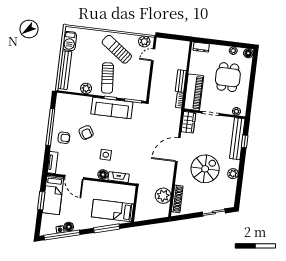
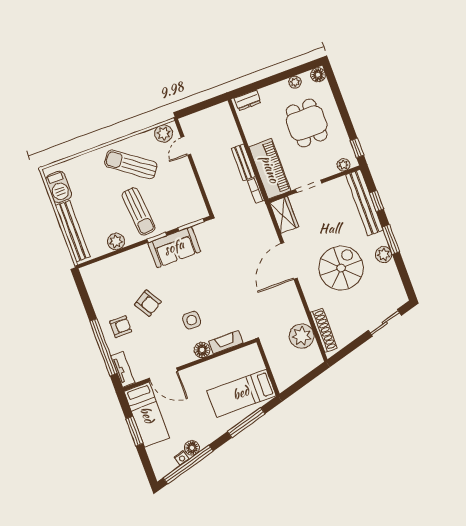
window: (249, 106) -> (357, 148), added
sofa: (112, 108) -> (174, 247), width x0.73
window: (50, 127) -> (103, 347), moved
window: (241, 167) -> (391, 239), added

